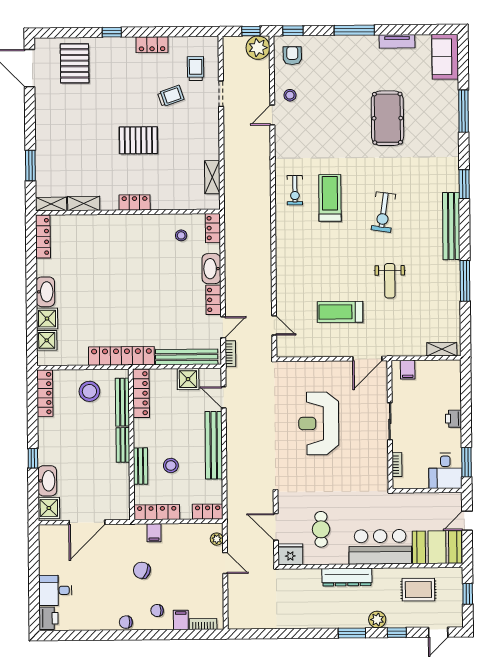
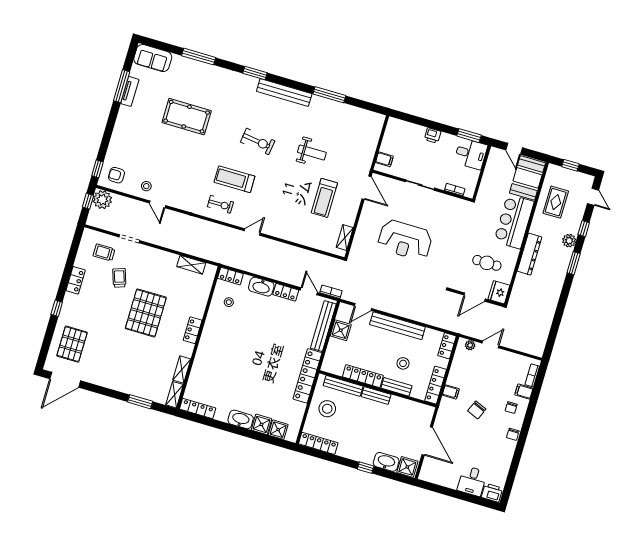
window: (354, 30) -> (122, 86), moved
pallet: (75, 63) -> (72, 344), turned 90
pallet: (138, 140) -> (146, 313), width x1.37, depth x1.41
door: (274, 325) -> (252, 232), moved
shelving: (442, 349) -> (345, 238), moved
locker: (141, 393) -> (363, 376), moved

